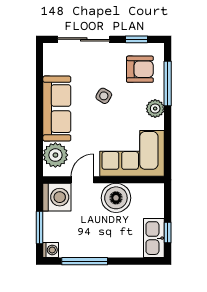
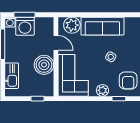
window: (168, 84) -> (119, 99), width x0.46
washing machine: (57, 197) -> (25, 26), moved
window: (168, 232) -> (38, 99), moved
kitchen sink: (154, 238) -> (12, 76), moved, turned 90

